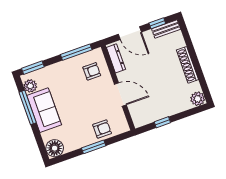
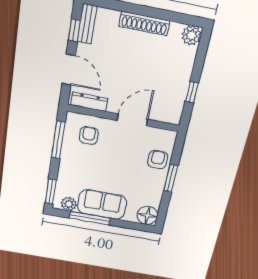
door: (130, 33) -> (69, 70), hinge flipped

